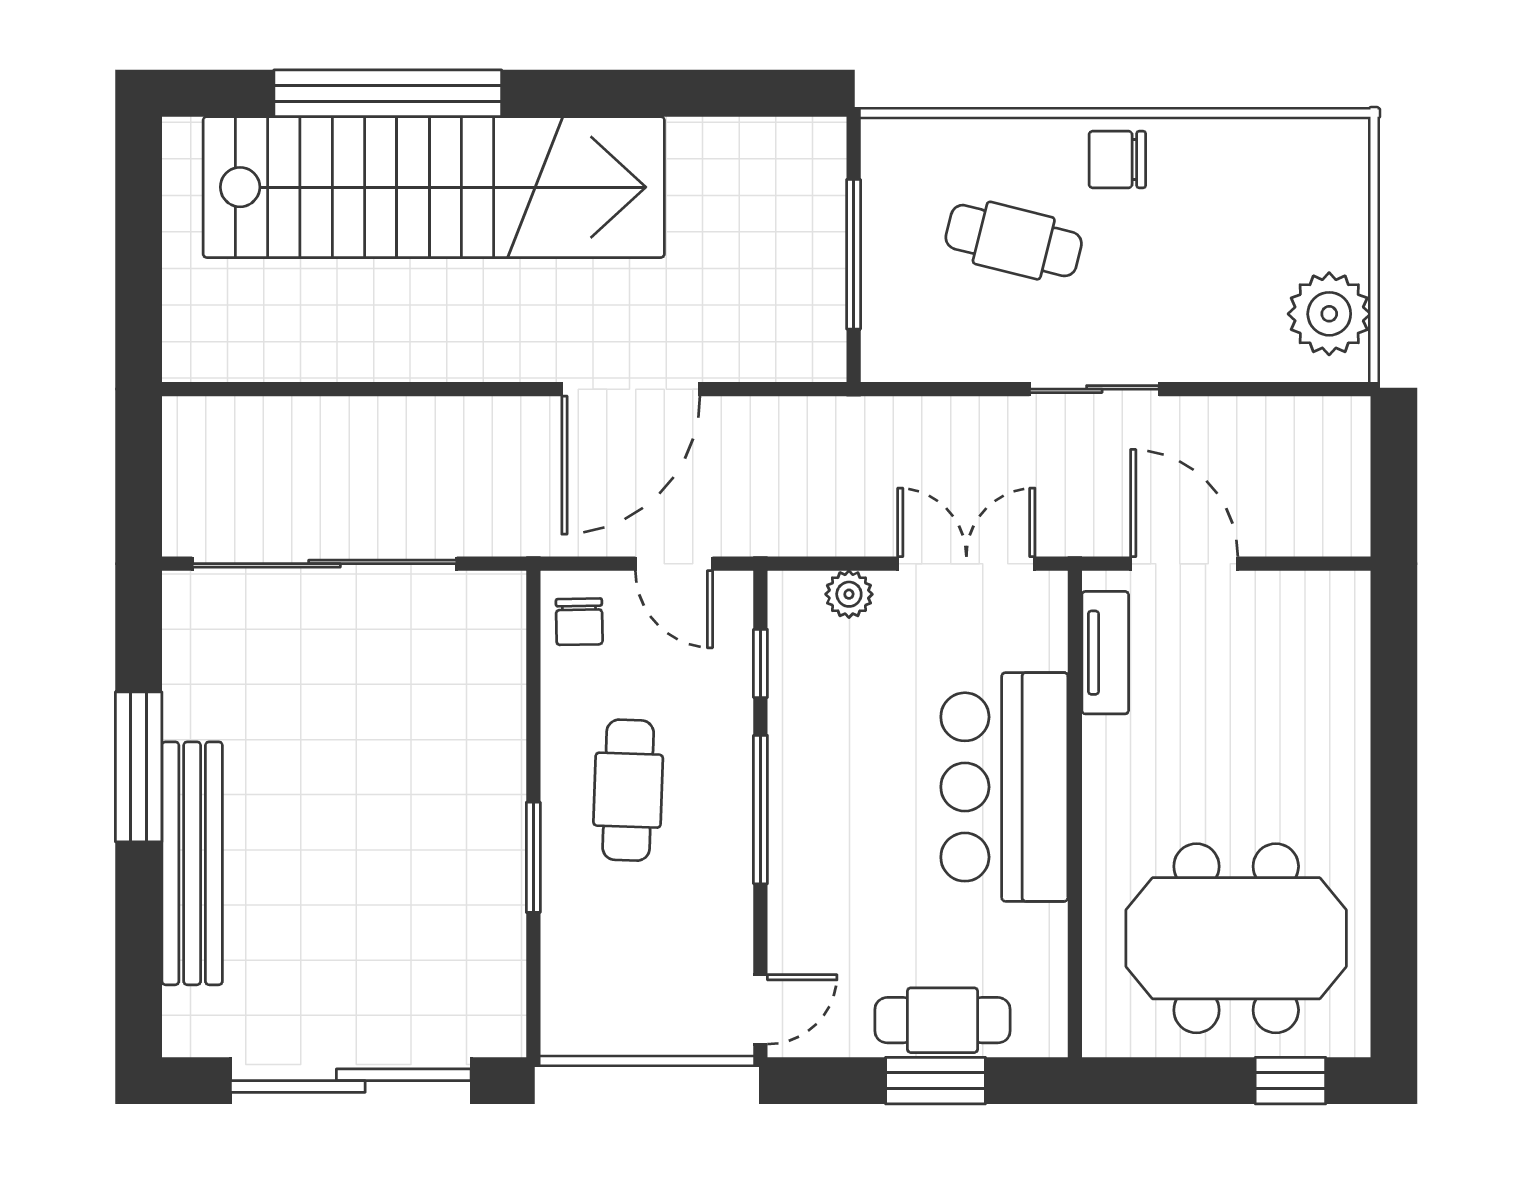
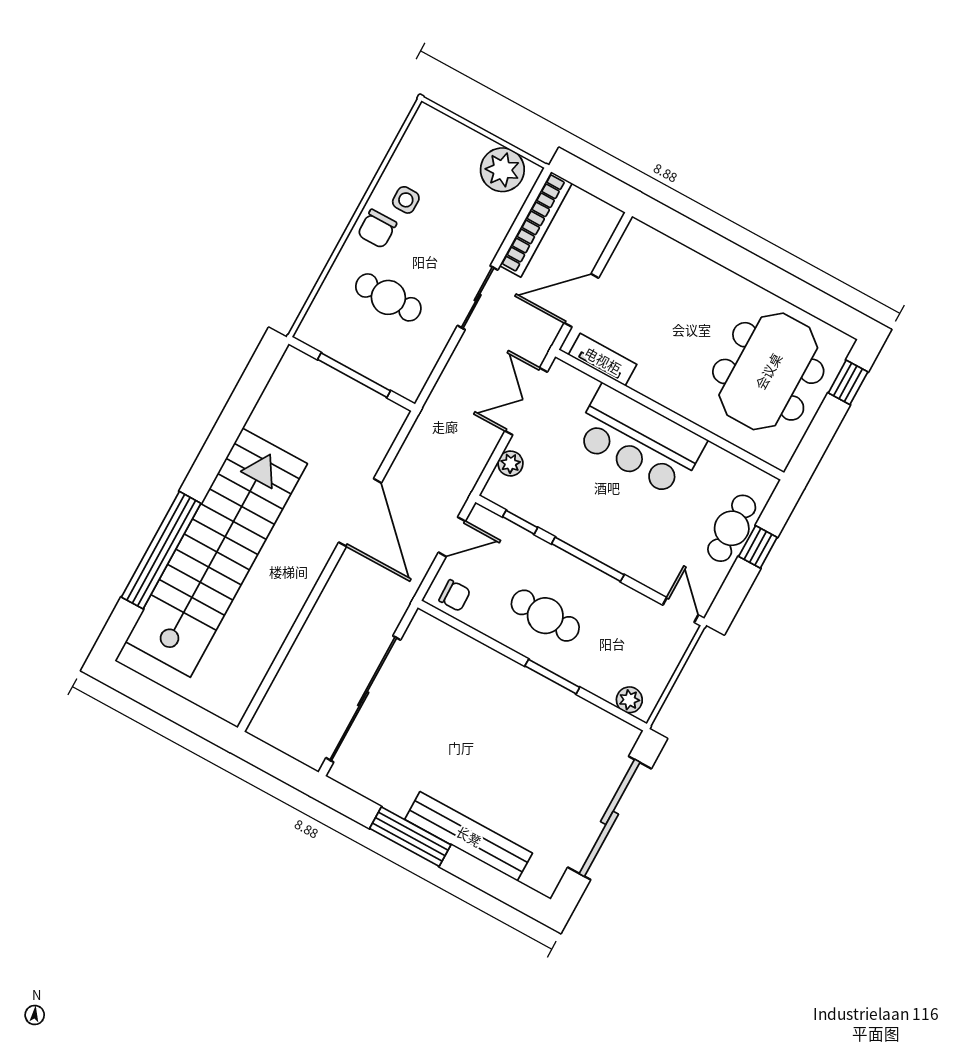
side table: (1191, 181) -> (406, 200), added
cafe table: (1014, 241) -> (388, 297), turned 76
bookcase: (1269, 419) -> (536, 224), added
plant: (565, 1006) -> (629, 700), added
window: (936, 1081) -> (758, 547), width x0.67

